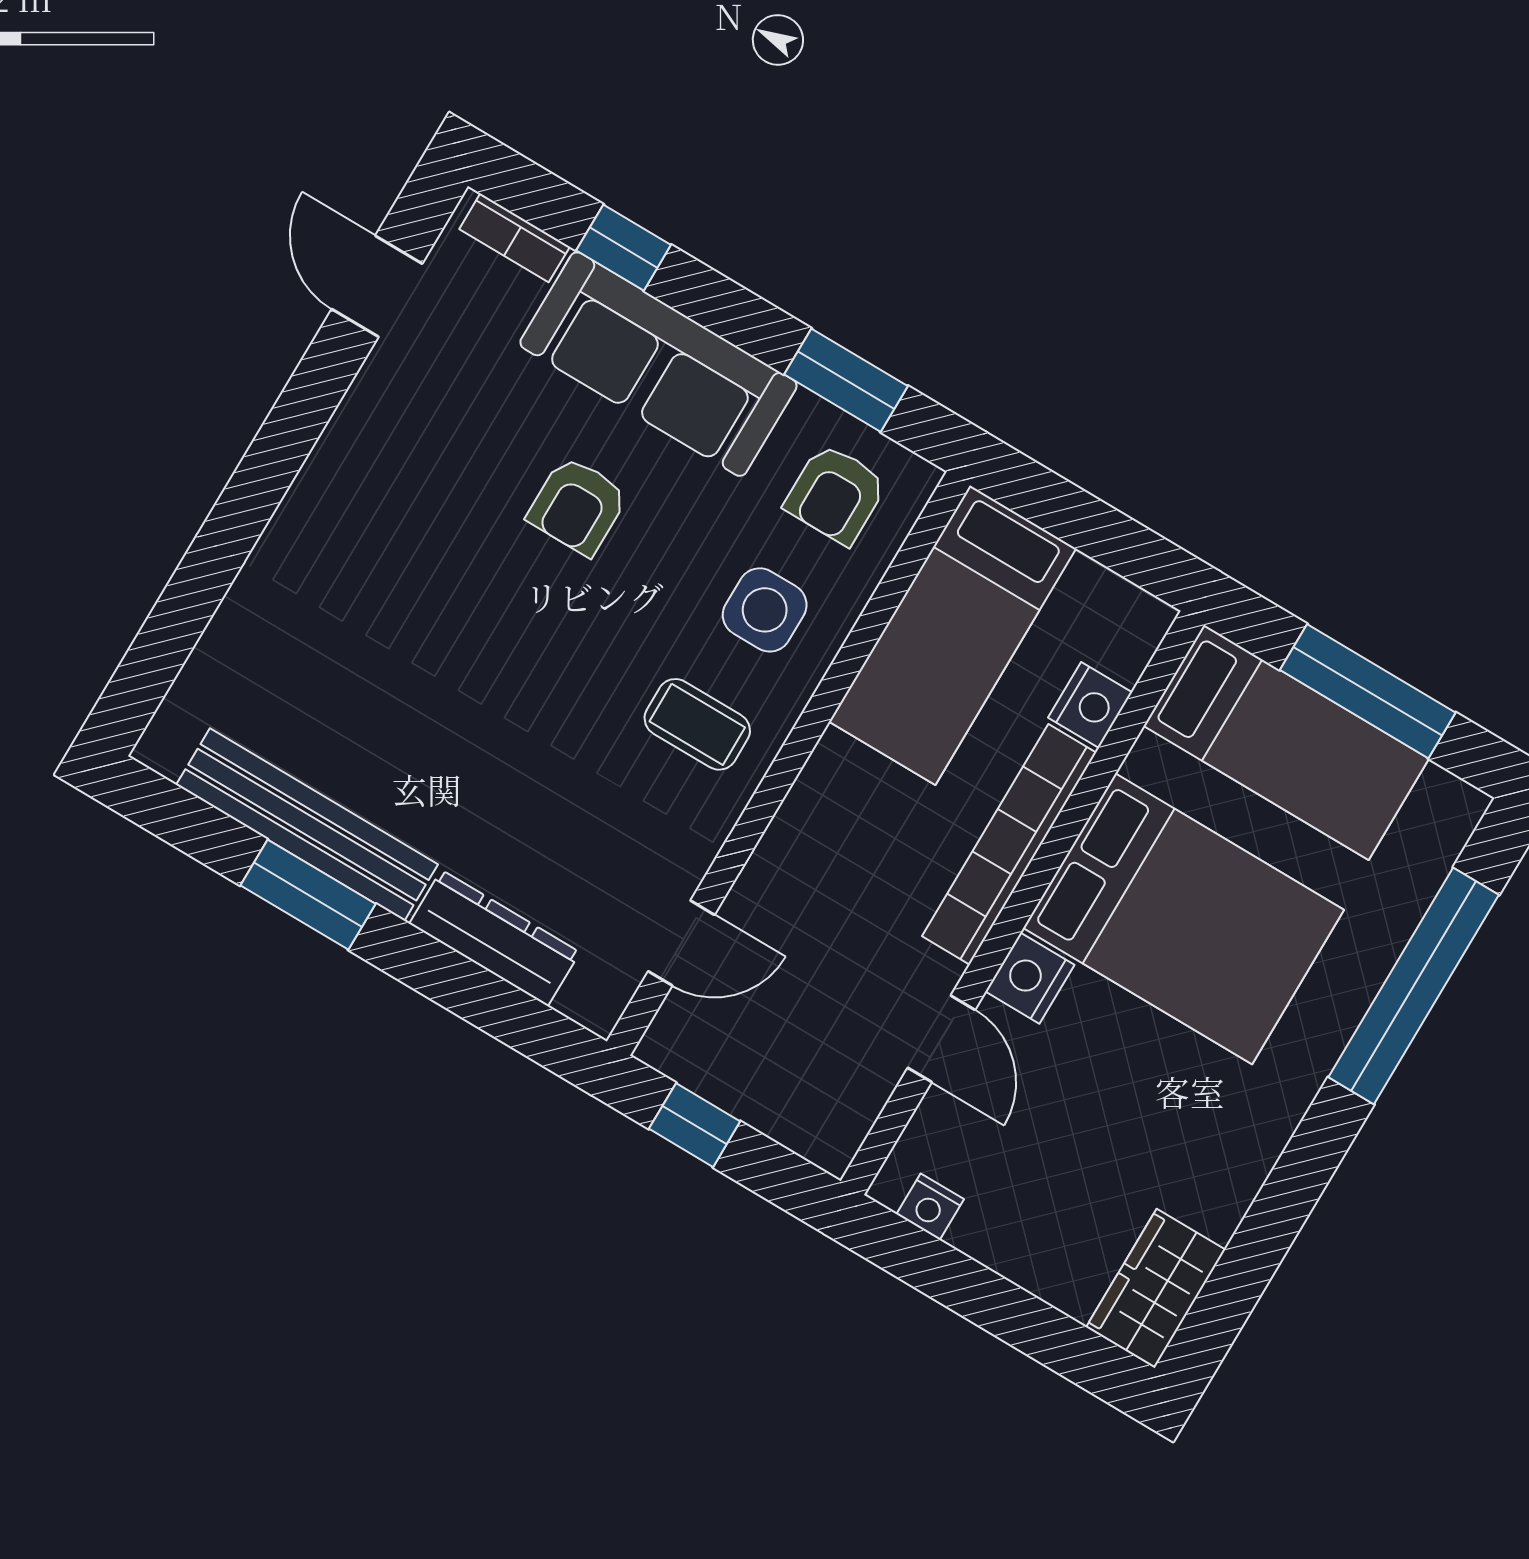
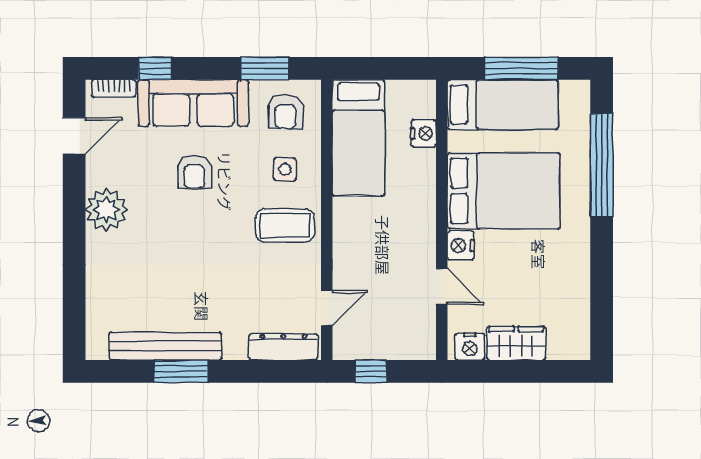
door: (377, 286) -> (74, 136), swing flipped
plant: (353, 475) -> (106, 210), added
side table: (765, 610) -> (285, 169), width x0.73, depth x0.73
coffee table: (697, 724) -> (285, 225), width x1.36, depth x1.30
bookcase: (1009, 844) -> (424, 202), removed
dresser: (494, 938) -> (283, 347), moved
nightstand: (930, 1207) -> (470, 347), width x1.39, depth x1.35
wardrobe: (1156, 1288) -> (516, 343), moved, turned 90

